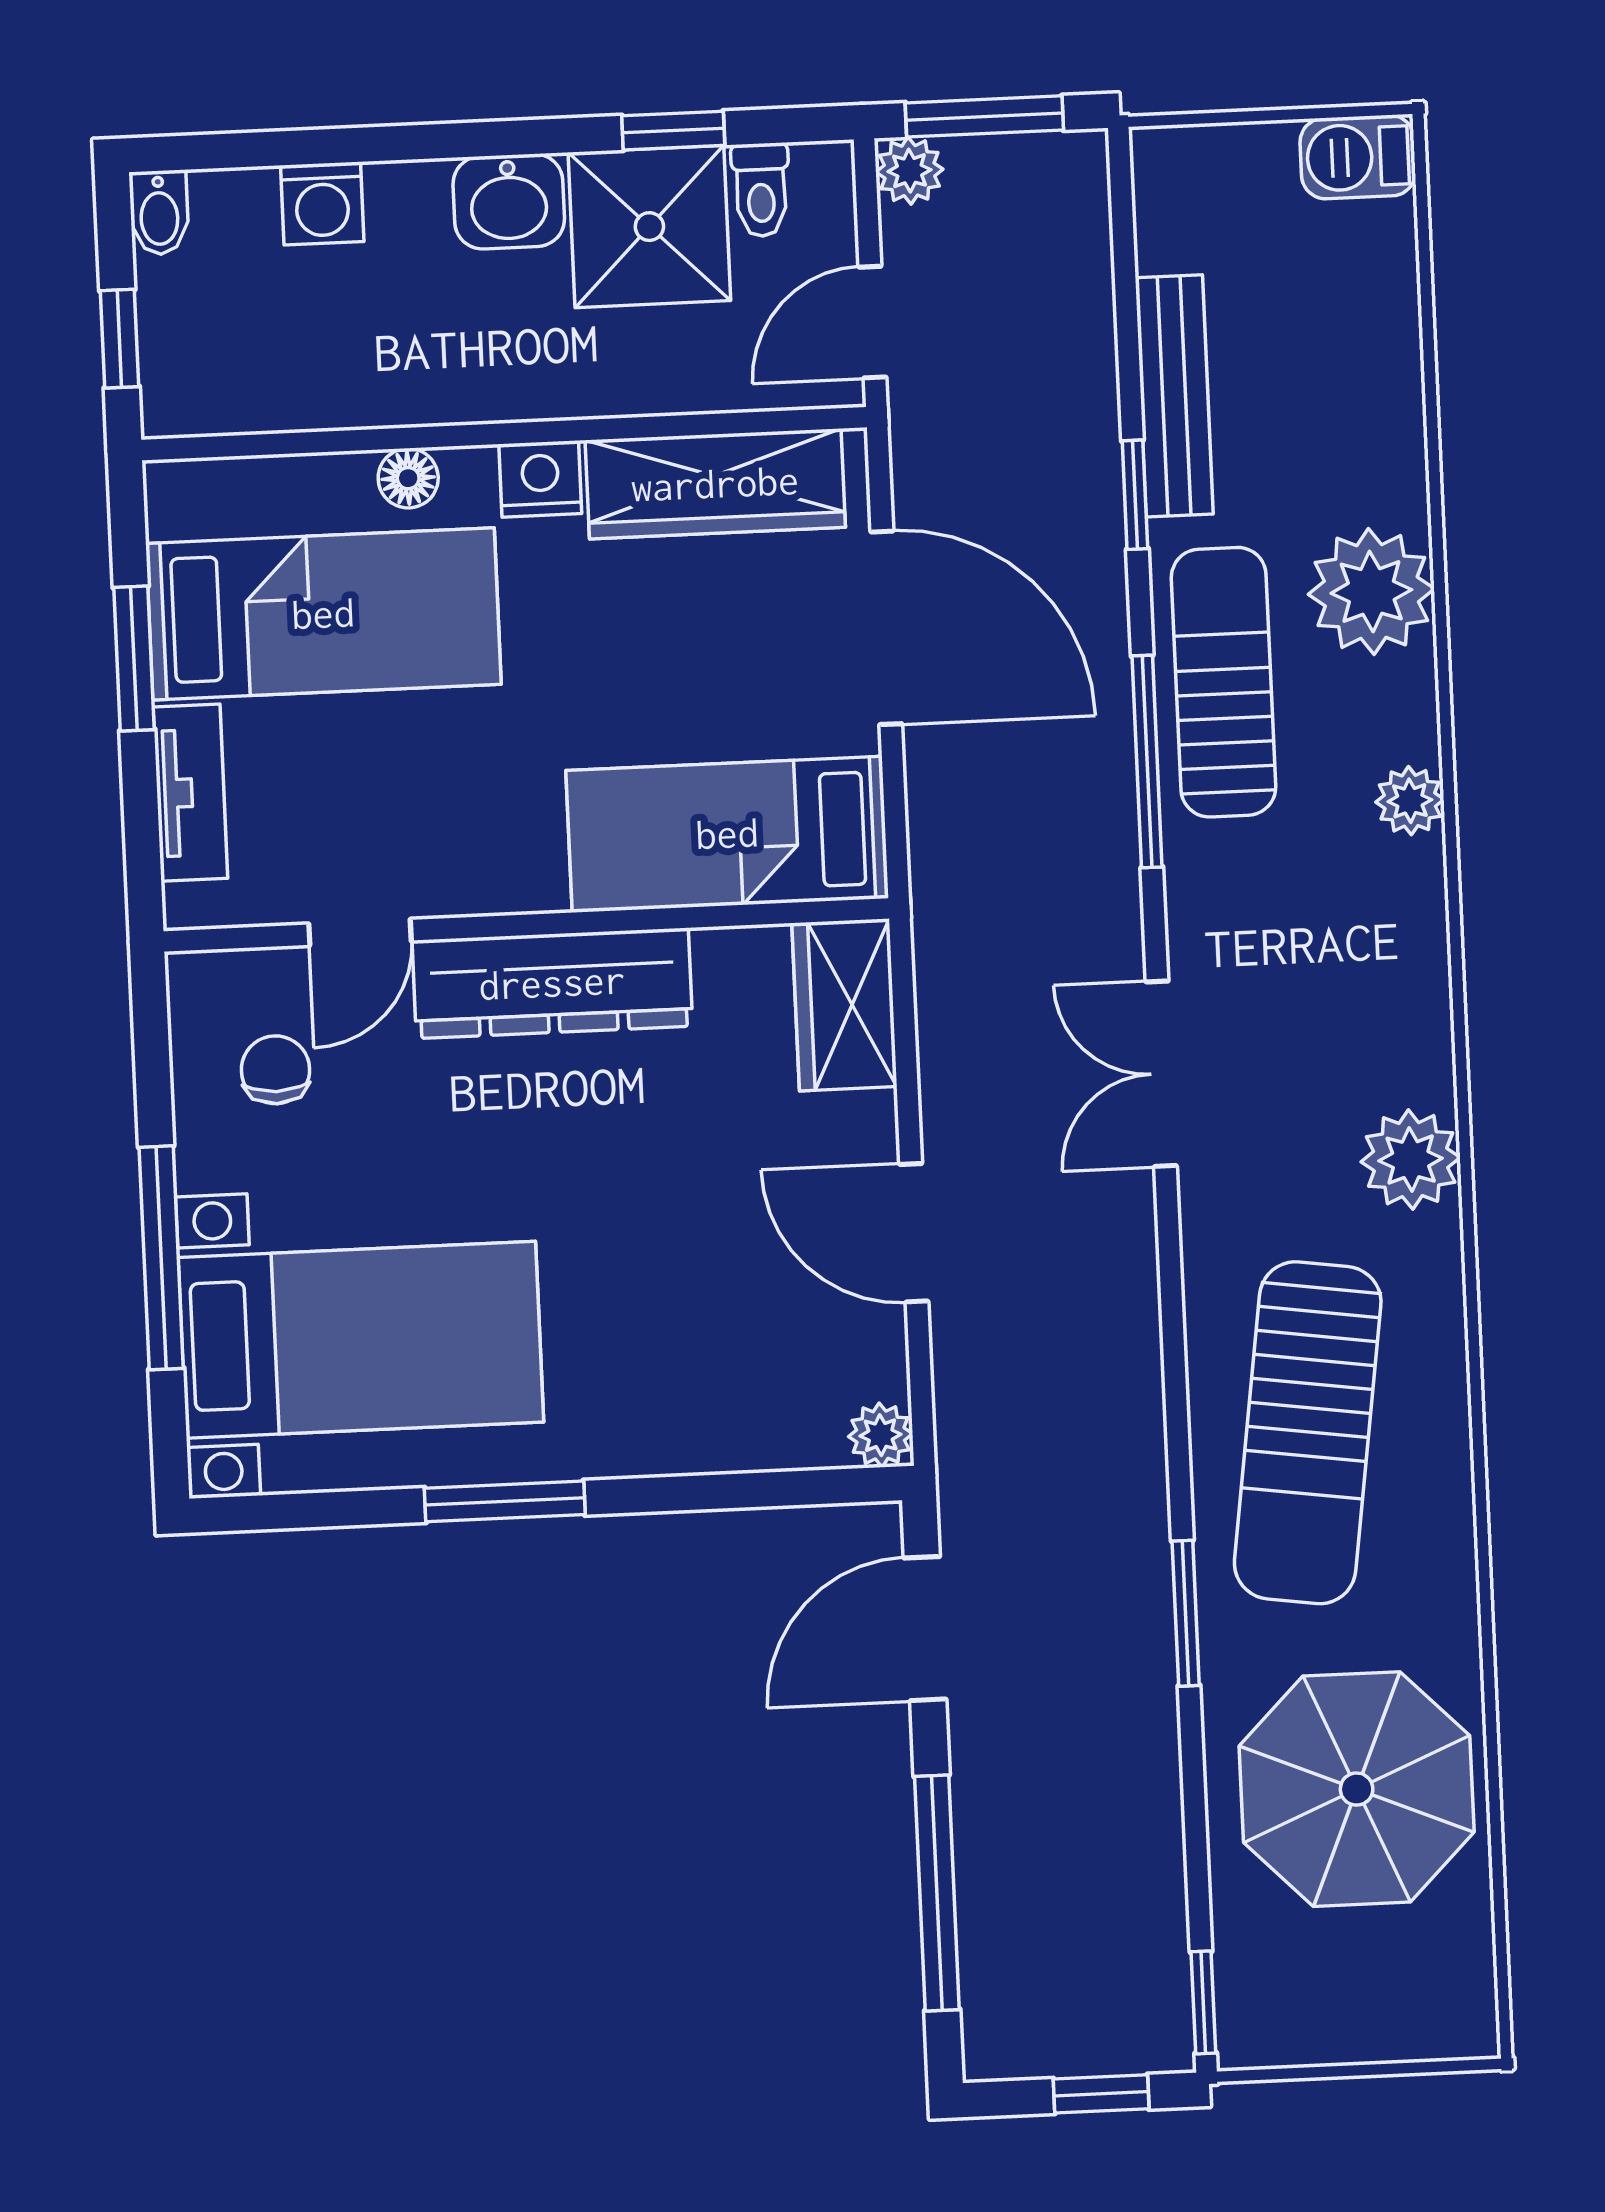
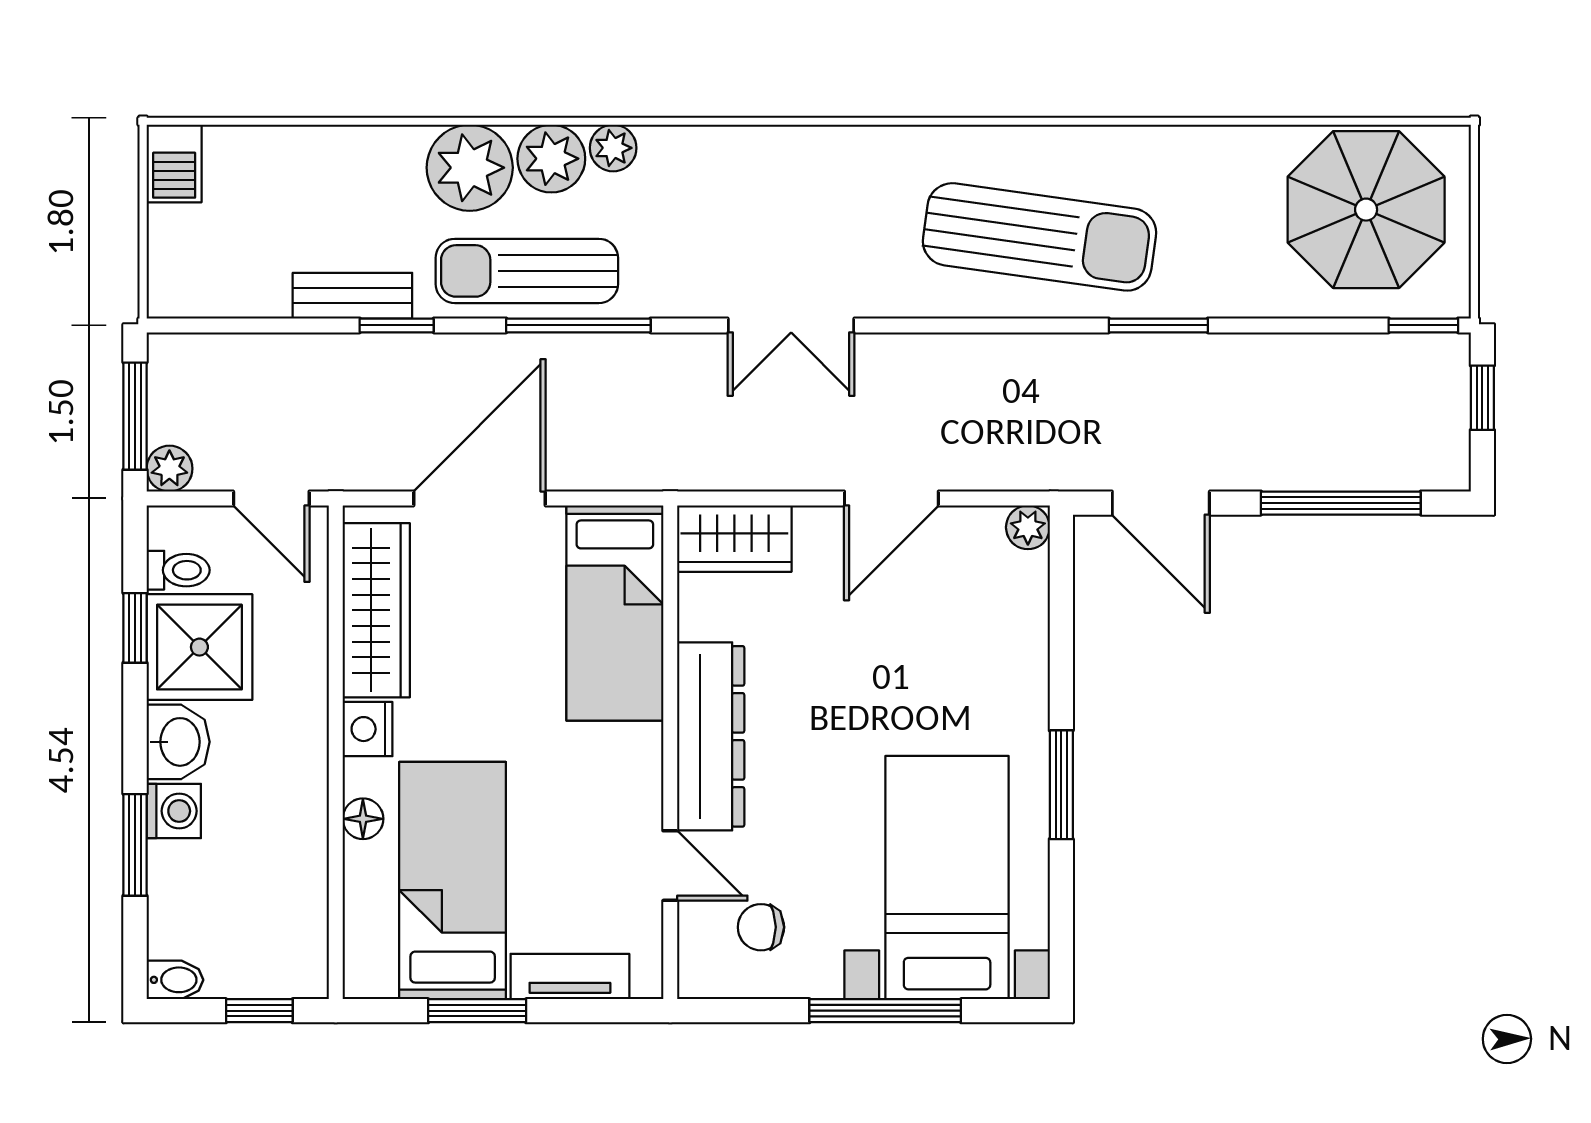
window: (355, 145) -> (135, 845), added
washing machine: (322, 204) -> (174, 811), moved
bench: (1174, 396) -> (352, 296), width x0.73
plant: (1411, 1160) -> (551, 159), moved
parasol: (1357, 1789) -> (1366, 210), moved

